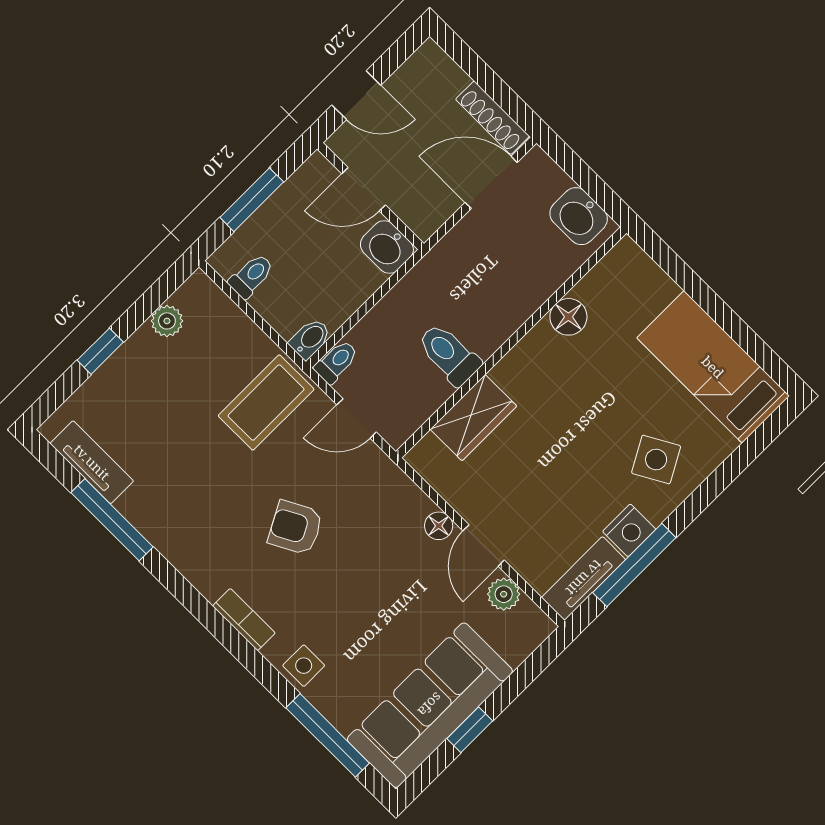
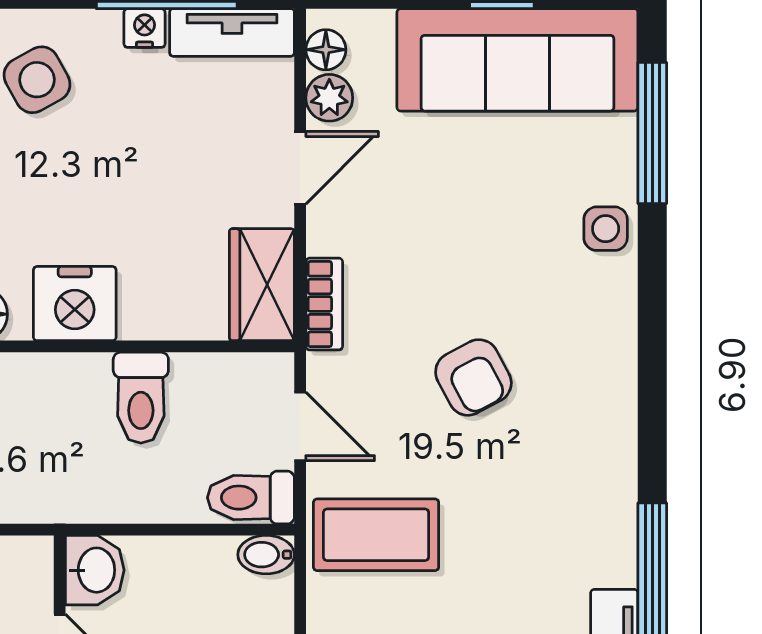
toilet: (336, 362) -> (251, 498), width x1.37, depth x1.39
nightstand: (528, 368) -> (75, 304), added
wardrobe: (473, 418) -> (262, 285), moved, turned -90
floor lamp: (439, 526) -> (326, 50), moved
nightstand: (629, 530) -> (144, 28), width x0.72, depth x0.74
bookcase: (244, 620) -> (324, 304), moved, turned 180

